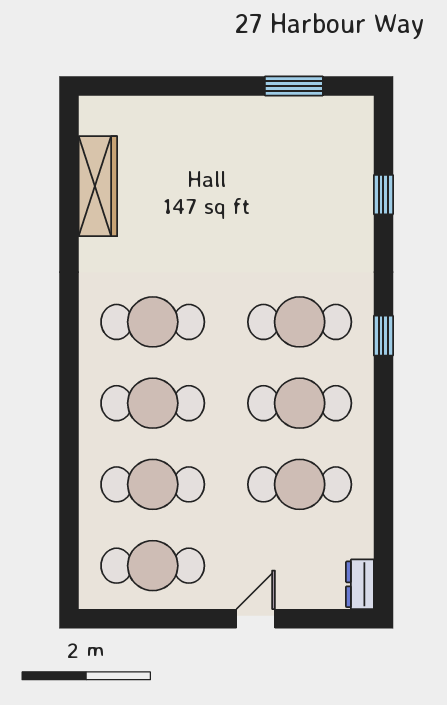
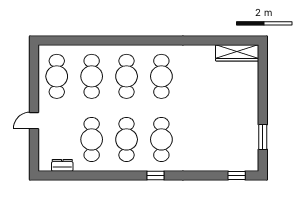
wardrobe: (98, 186) -> (237, 53), moved
window: (383, 195) -> (237, 175), moved
dresser: (360, 584) -> (62, 165), moved
door: (256, 619) -> (34, 121), swing flipped

